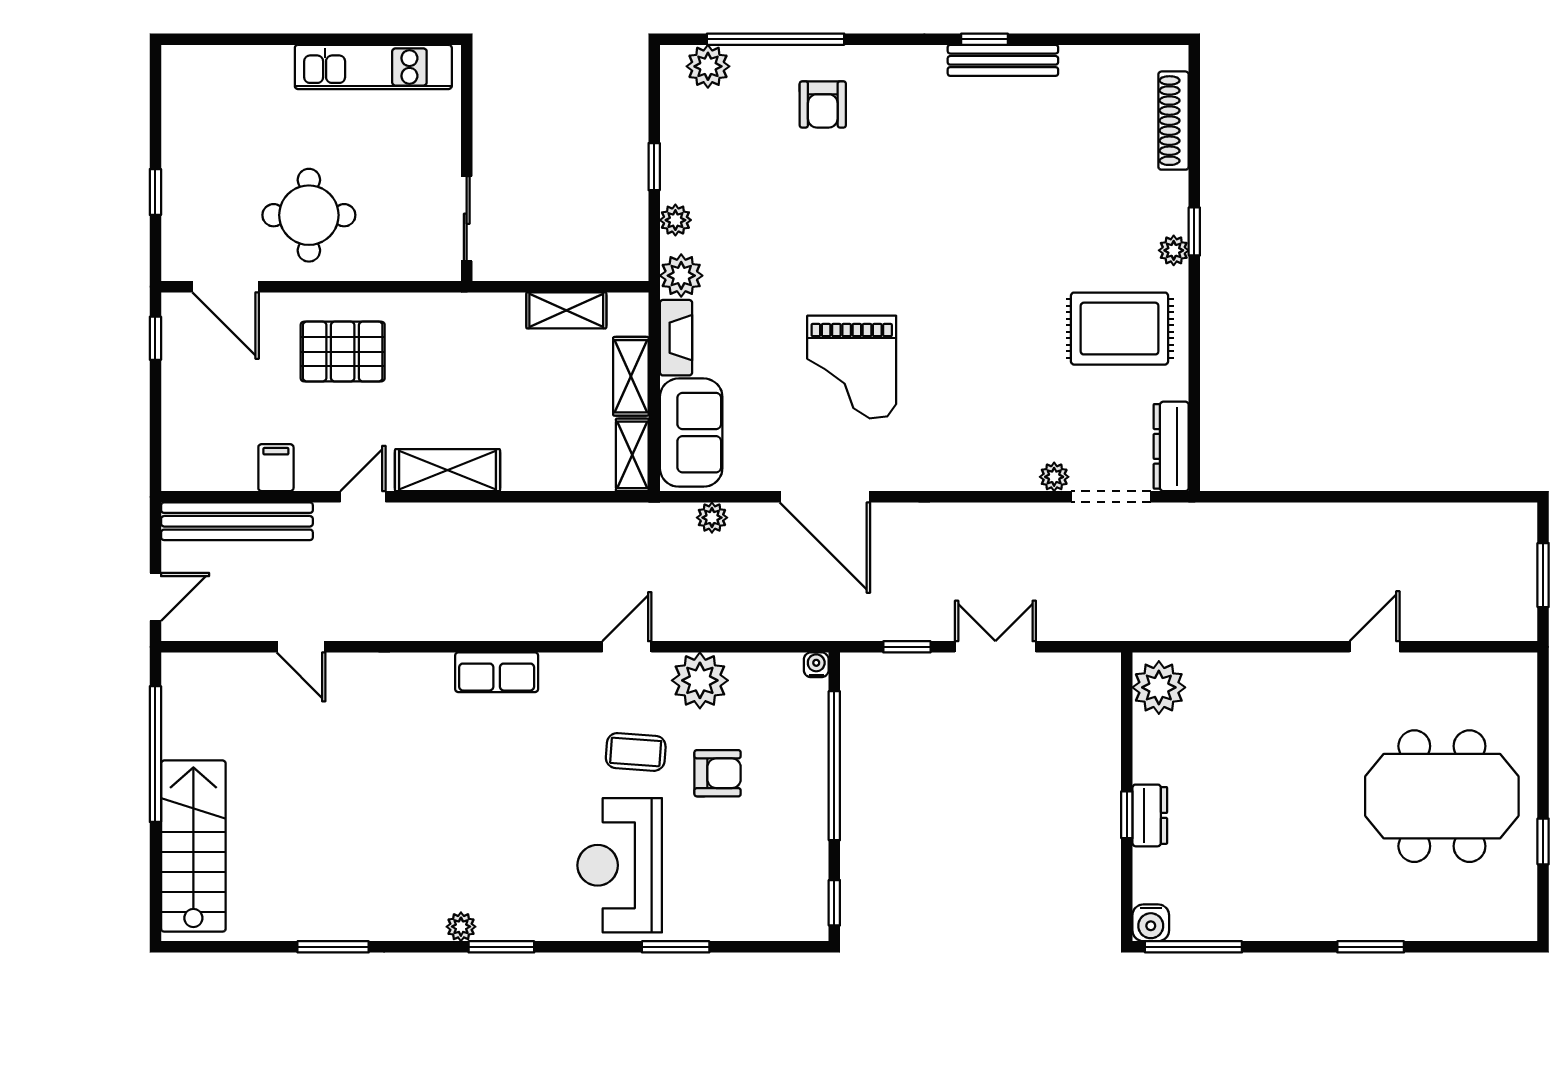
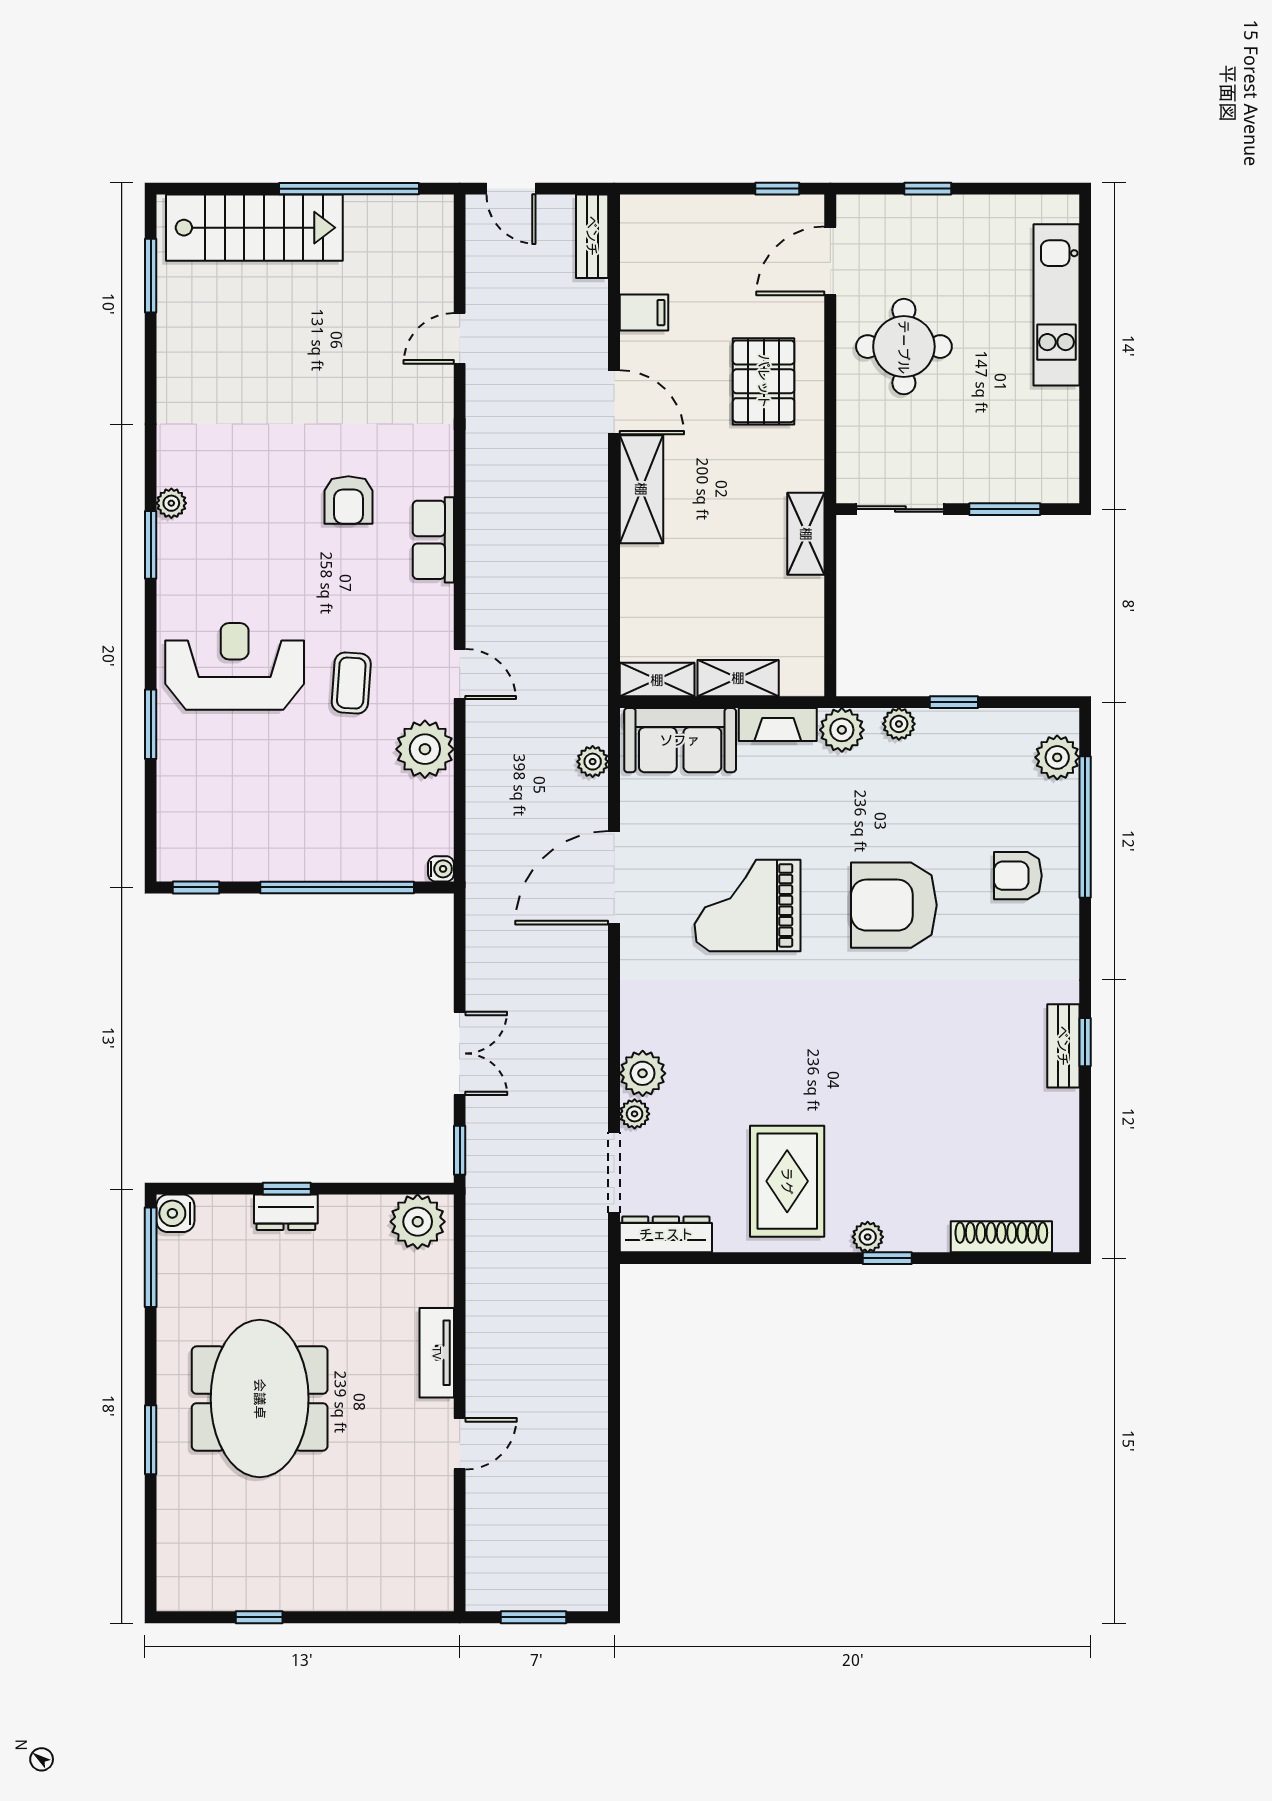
bench: (1003, 60) -> (1063, 1046), width x0.73
kitchen unit: (373, 67) -> (1057, 305), moved
window: (467, 117) -> (1005, 509), added
armchair: (851, 225) -> (894, 905), added
shelving: (566, 310) -> (806, 534), moved
plant: (1015, 469) -> (643, 1073), added
door: (363, 497) -> (614, 402), width x1.38
bench: (237, 521) -> (592, 236), width x0.54, depth x0.82
window: (907, 647) -> (460, 1150), moved
door: (1375, 647) -> (460, 1444), hinge flipped
tv unit: (1286, 669) -> (437, 1353), added
armchair: (718, 773) -> (348, 500), moved
meeting table: (1442, 796) -> (260, 1399), moved
window: (333, 947) -> (151, 276), moved

